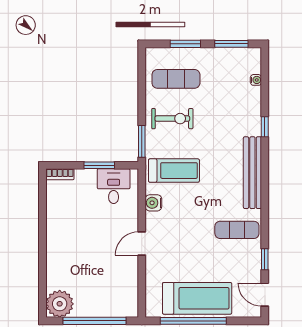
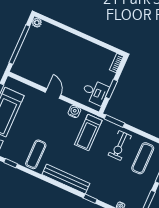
plant: (60, 304) -> (37, 23), width x0.53, depth x0.53

